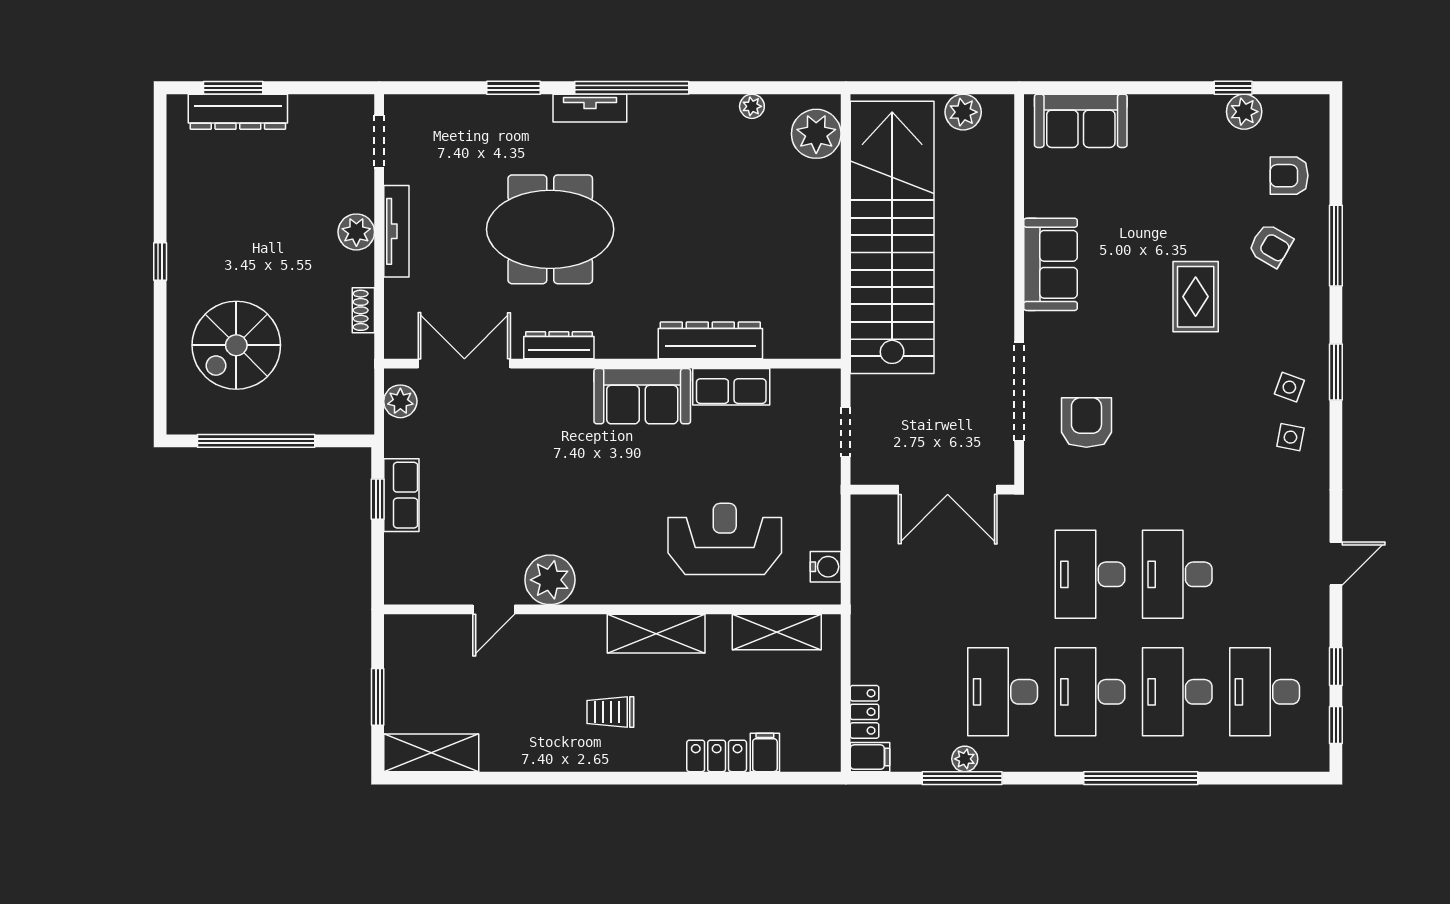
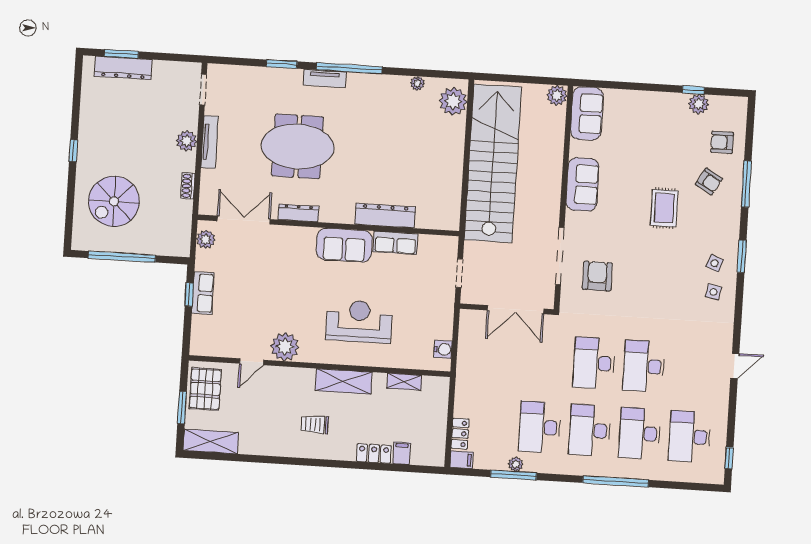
plant: (963, 112) -> (557, 95), moved
sofa: (1081, 121) -> (587, 113), moved, turned -90
reception desk: (725, 539) -> (359, 321), moved
shelving: (777, 632) -> (404, 382), width x0.67, depth x0.75
pallet: (416, 662) -> (205, 389), added
window: (1336, 666) -> (731, 425), removed

